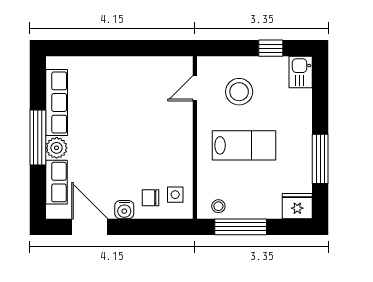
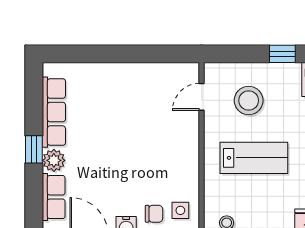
window: (38, 138) -> (34, 149), width x0.46
chair: (150, 198) -> (154, 214), turned 180

